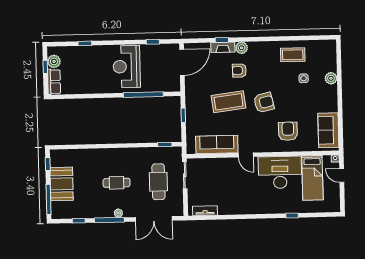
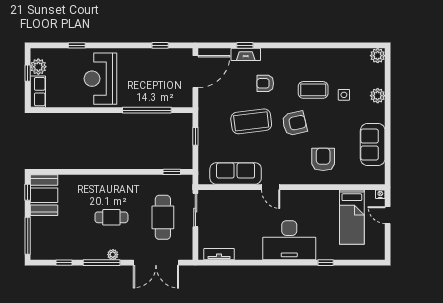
plant: (242, 48) -> (378, 56), moved
coffee table: (293, 55) -> (313, 90), moved
reception desk: (127, 67) -> (100, 79), moved
sofa: (328, 130) -> (373, 145), moved
desk: (280, 172) -> (289, 240), moved, turned 180
booth: (62, 184) -> (44, 195), moved

